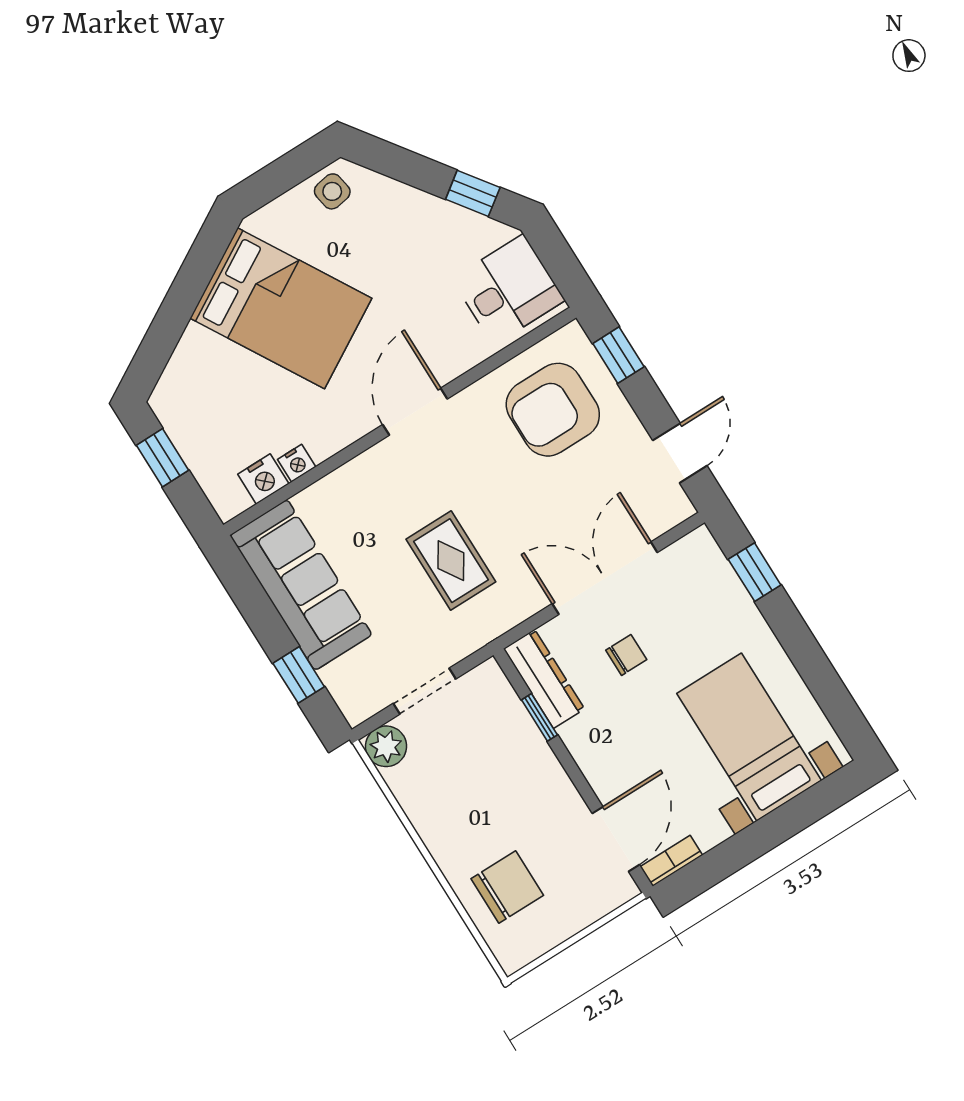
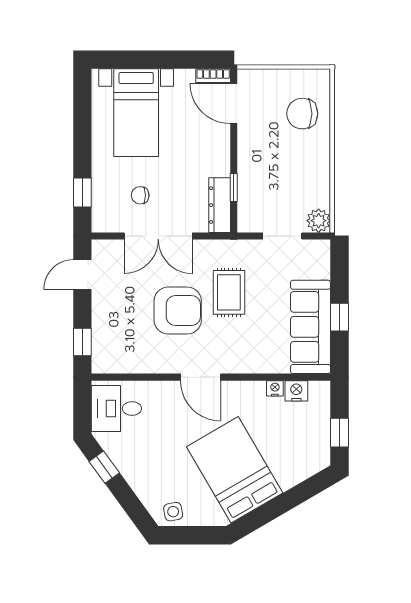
armchair: (553, 410) -> (178, 311), moved
door: (415, 412) -> (200, 377), hinge flipped
chair: (626, 655) -> (140, 195), moved
window: (299, 675) -> (340, 317), moved
door: (616, 839) -> (234, 104), hinge flipped

